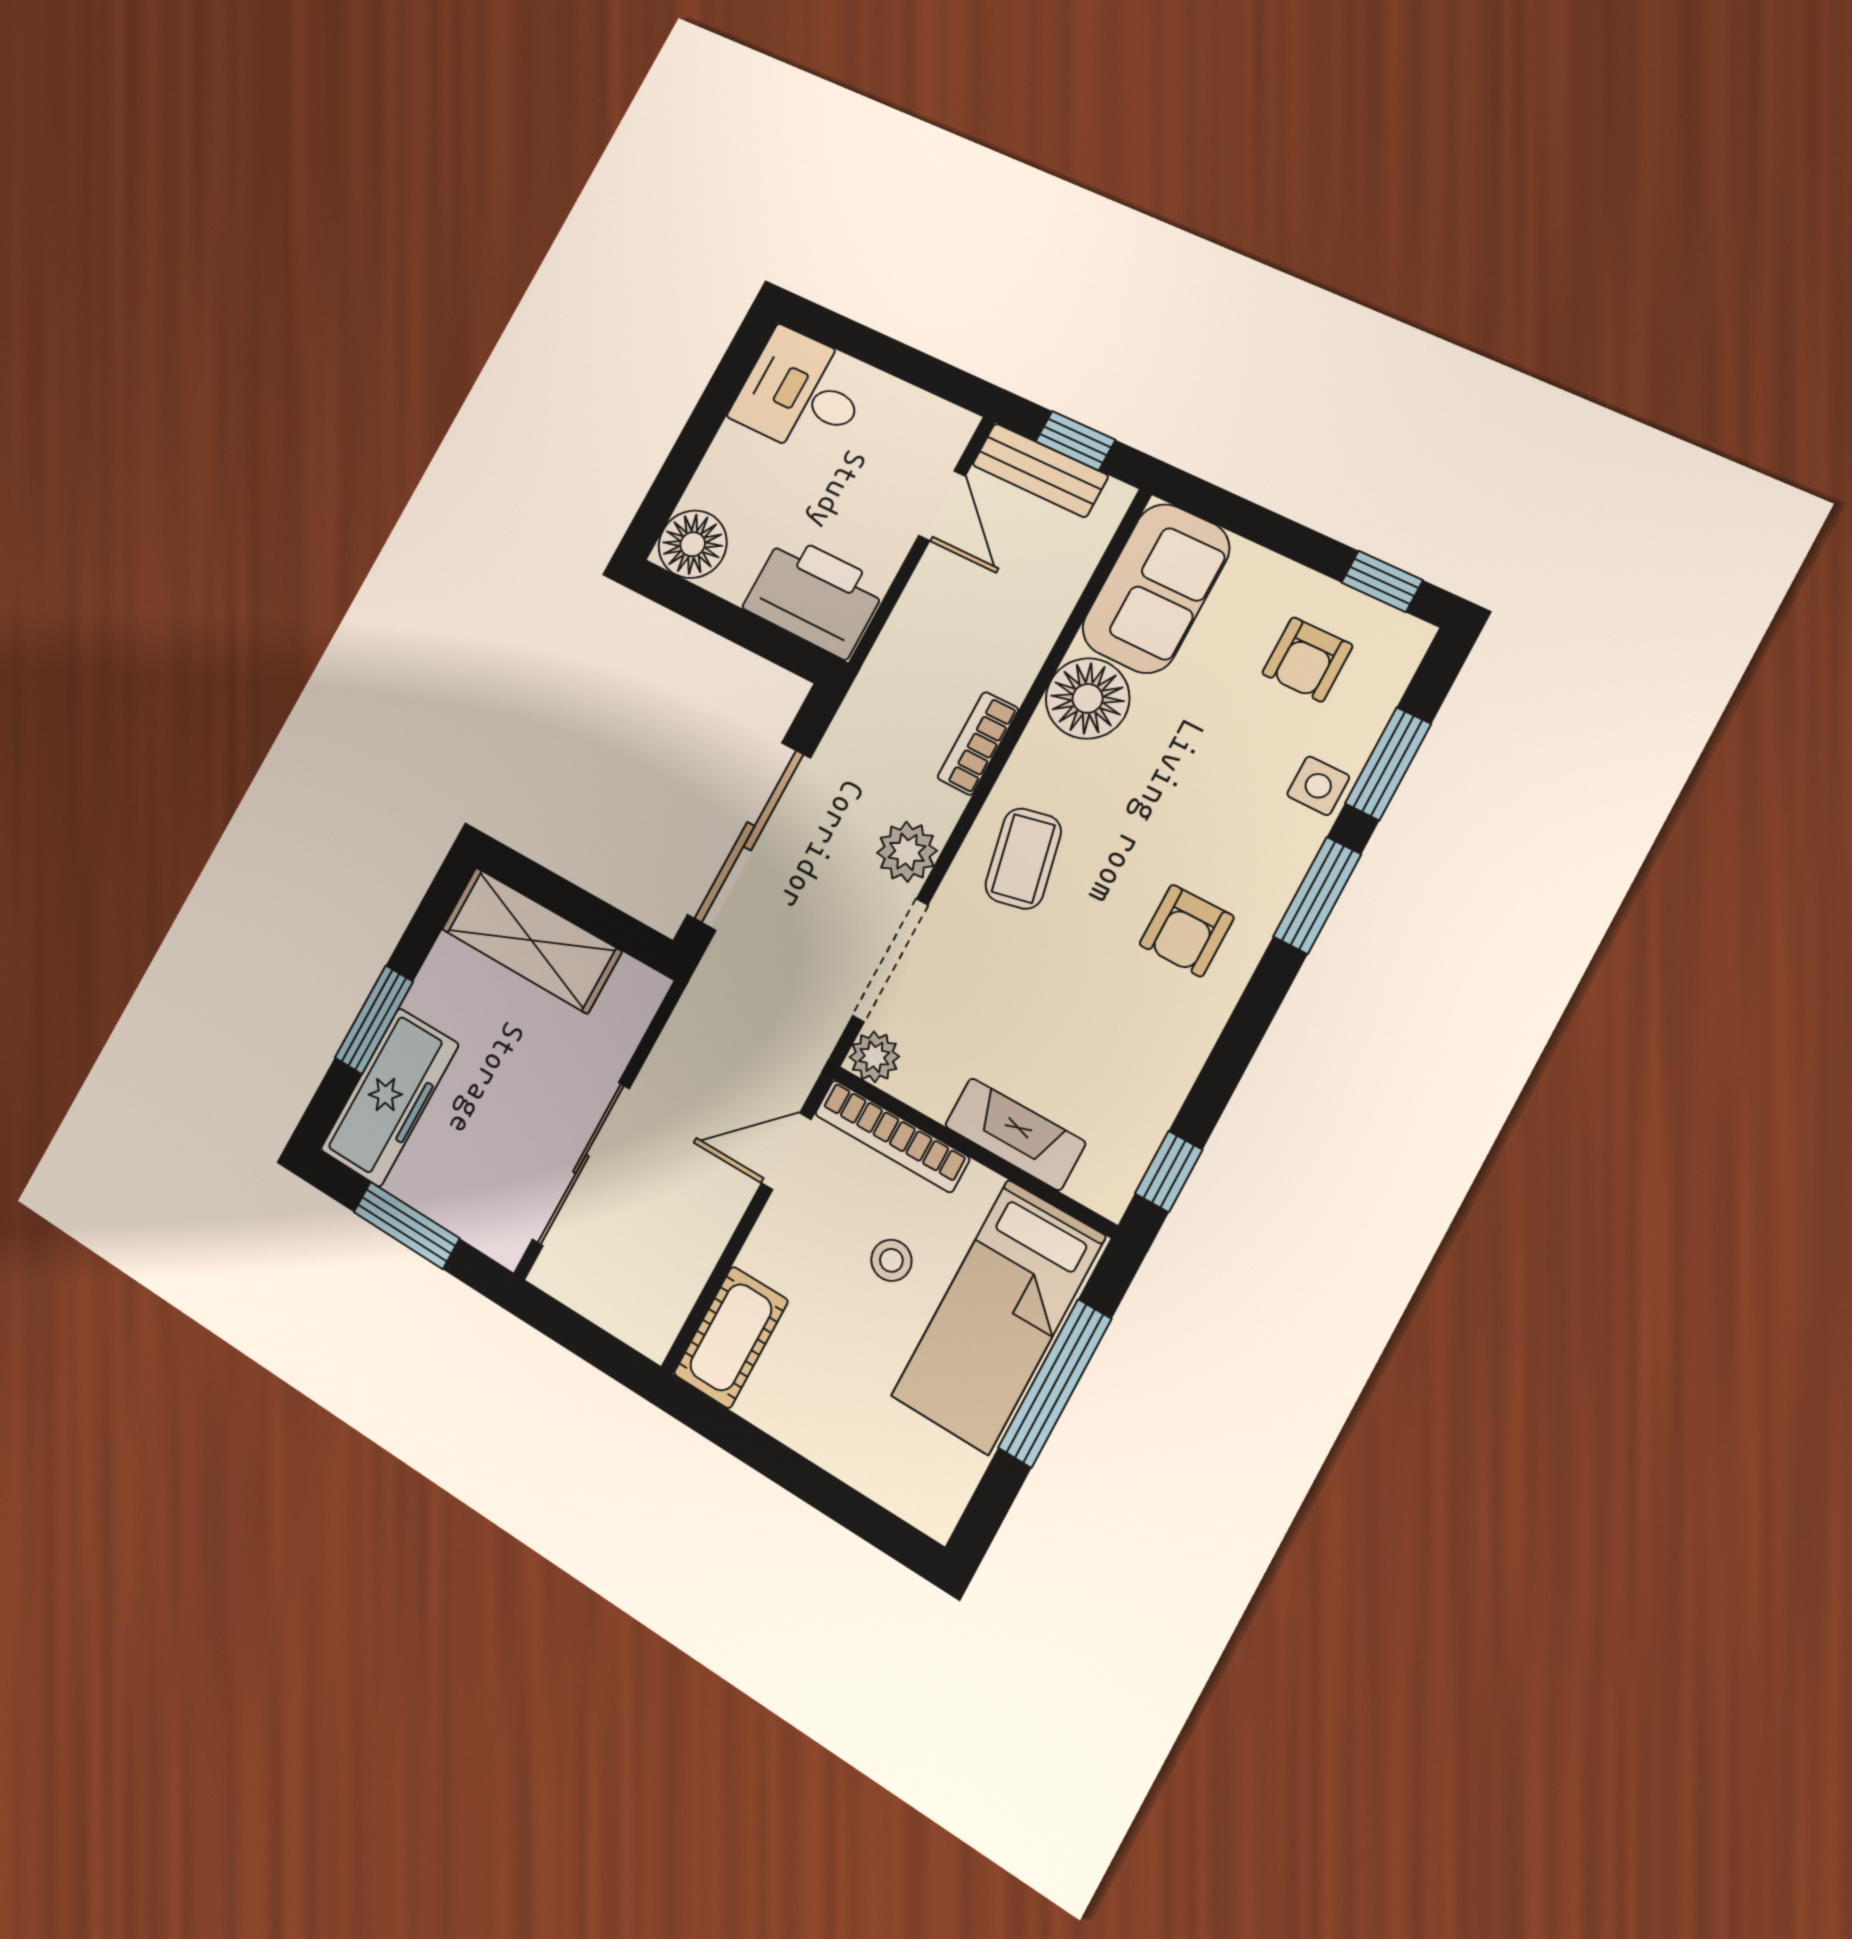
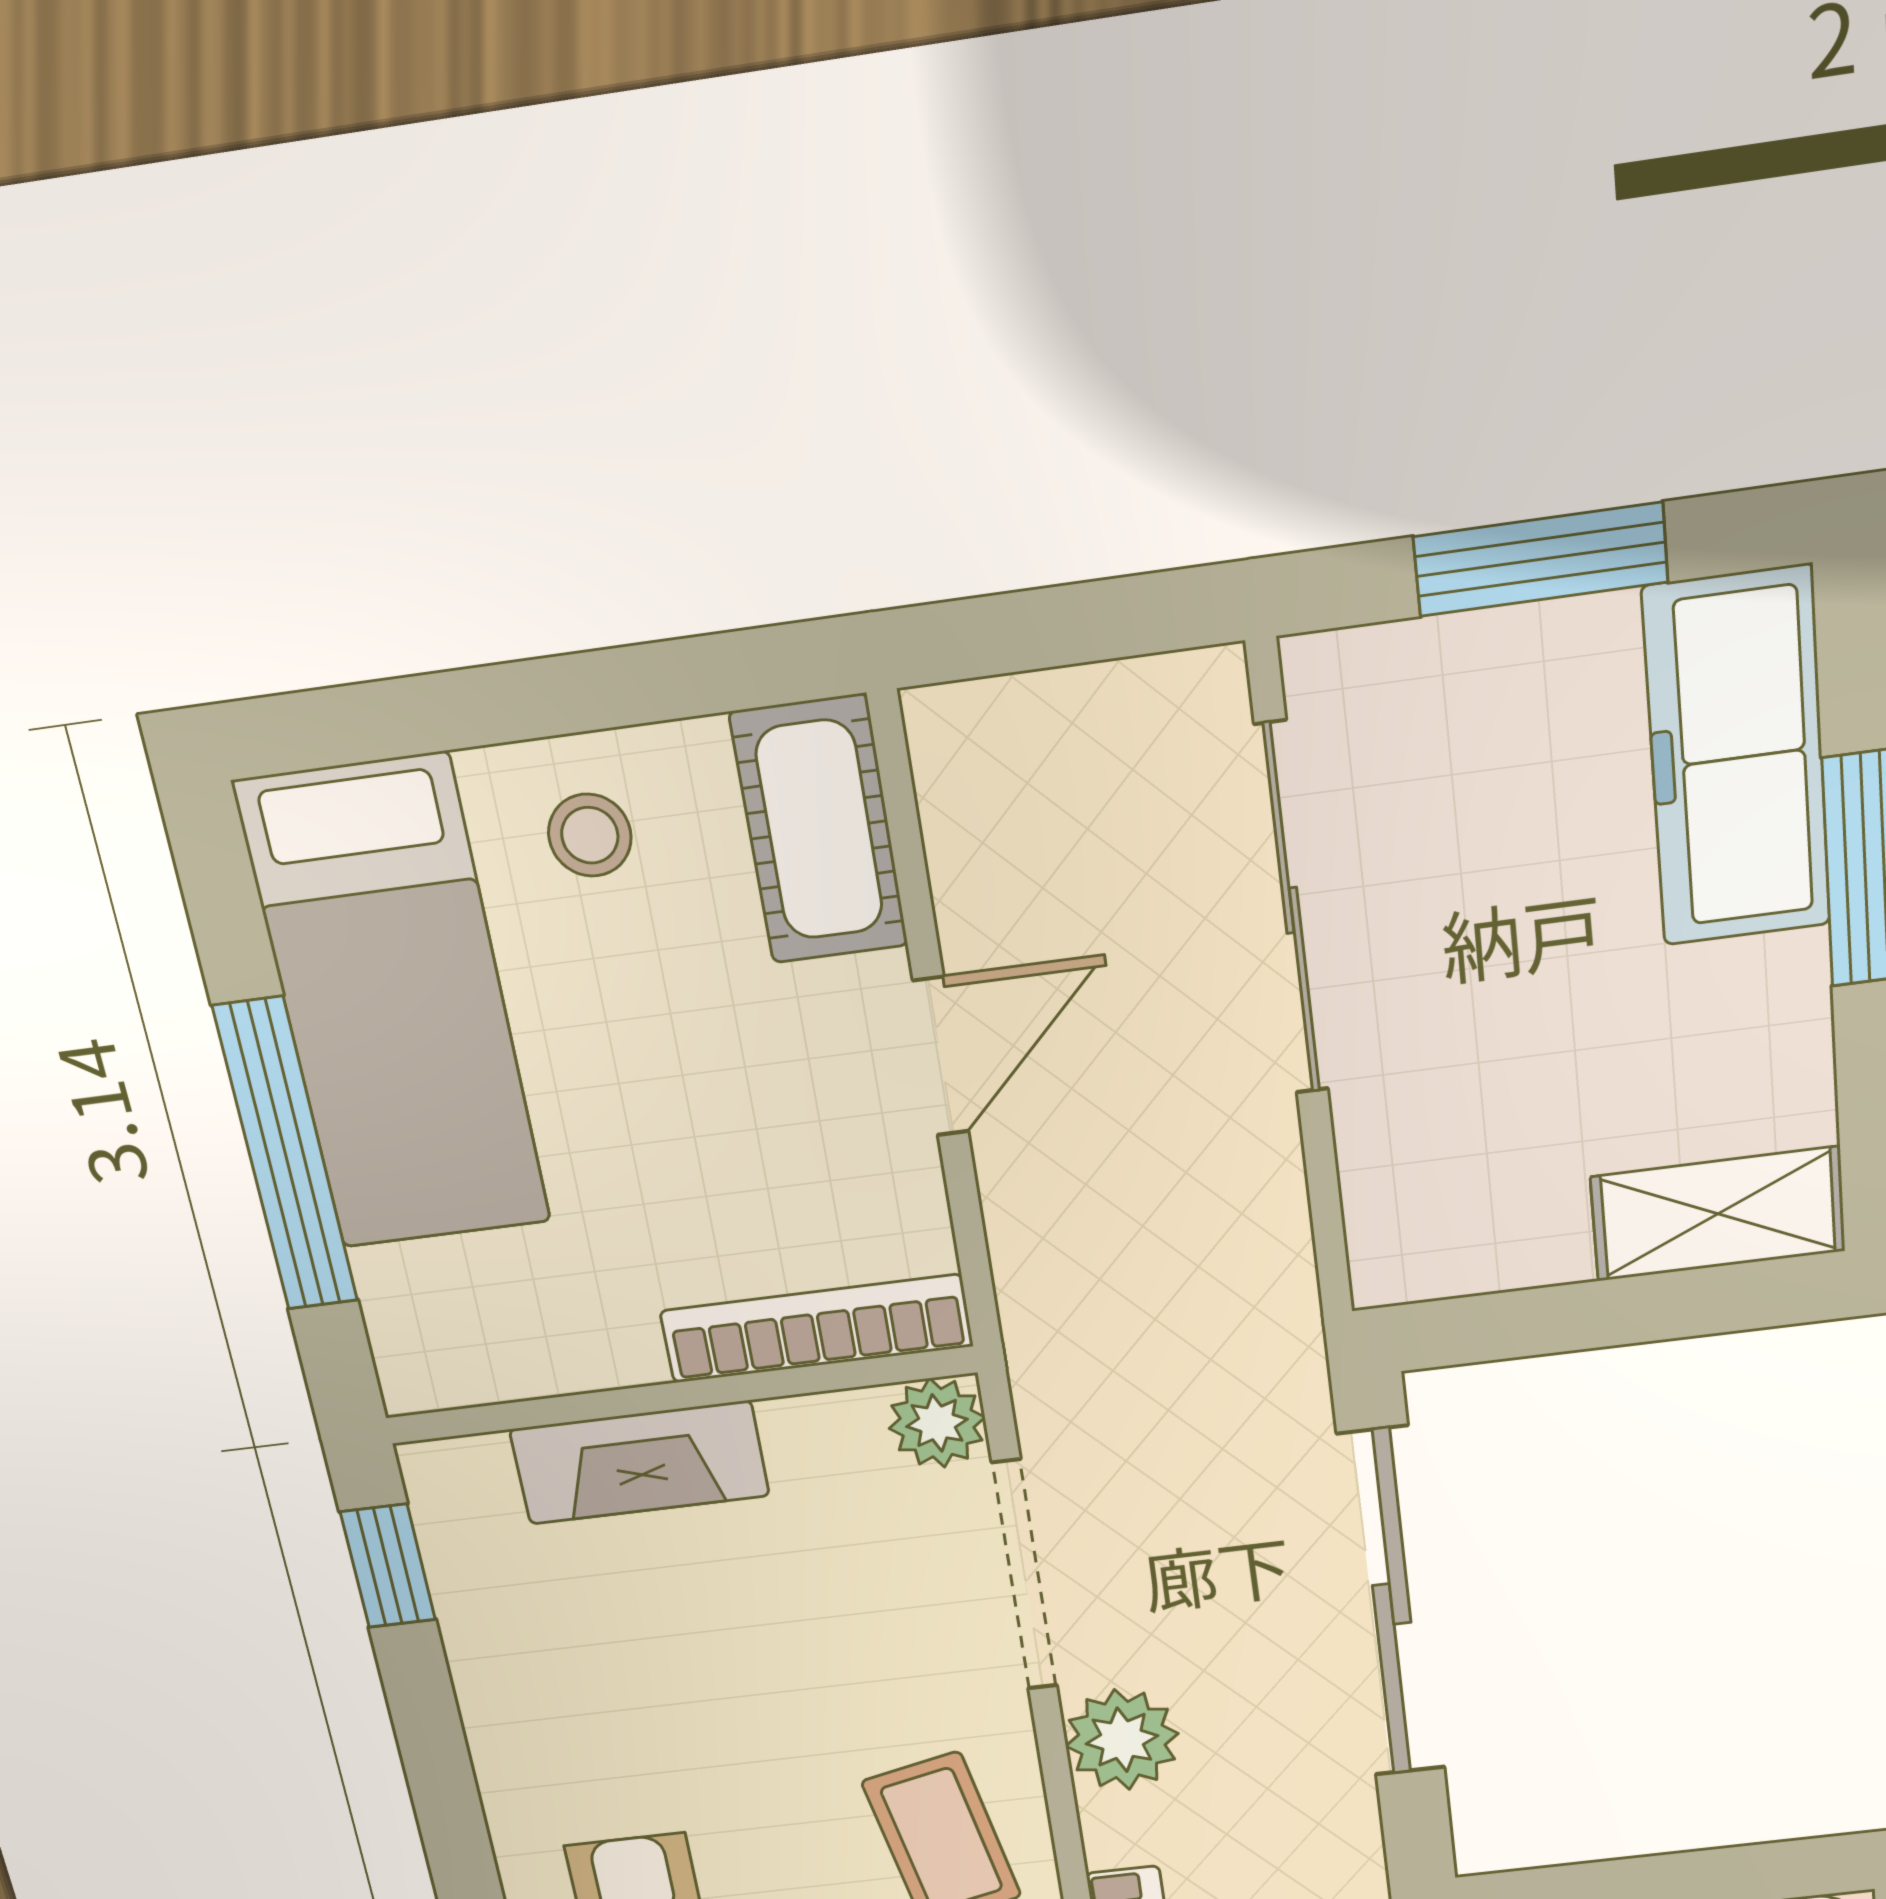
shelving: (531, 940) -> (1718, 1214), width x0.67, depth x0.75
door: (786, 1151) -> (941, 1056), moved
stool: (891, 1260) -> (590, 835), moved
bed: (998, 1316) -> (395, 1006), moved, turned 180

